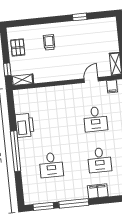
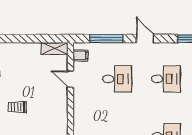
trolley: (49, 42) -> (17, 107), moved

